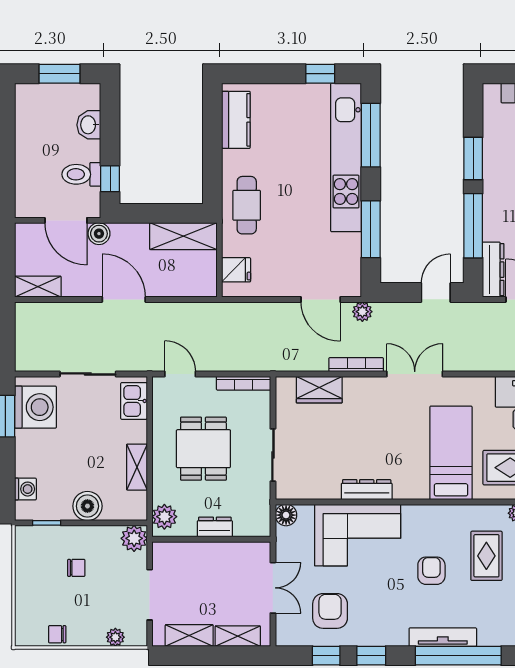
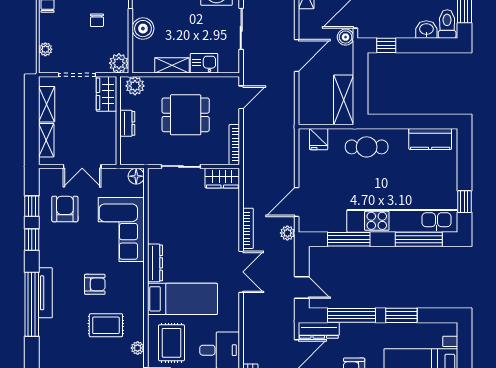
toilet: (81, 174) -> (447, 24), moved
wardrobe: (319, 390) -> (222, 178), moved, turned -90
kitchen sink: (134, 401) -> (204, 63), moved
dresser: (367, 490) -> (155, 263), moved
wardrobe: (175, 555) -> (106, 94), added
armchair: (330, 611) -> (65, 209), turned -90

